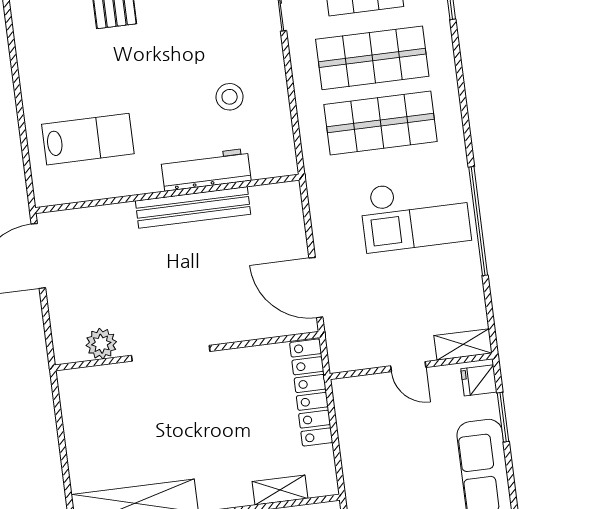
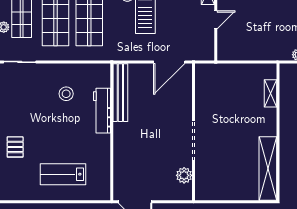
lab bench: (88, 139) -> (63, 174), moved, turned -90
bench: (193, 207) -> (120, 93), moved
locker: (311, 392) -> (223, 71), removed

